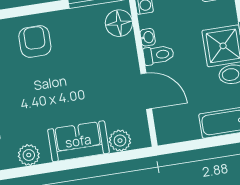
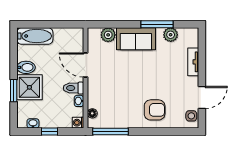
floor lamp: (119, 23) -> (92, 113), width x0.53, depth x0.53
armchair: (35, 41) -> (155, 110), turned -90
window: (51, 167) -> (157, 24), added

